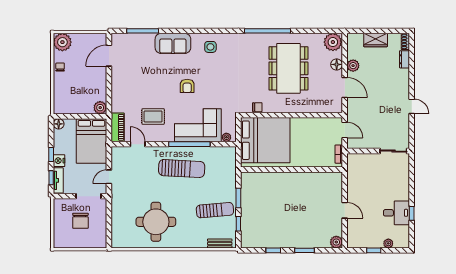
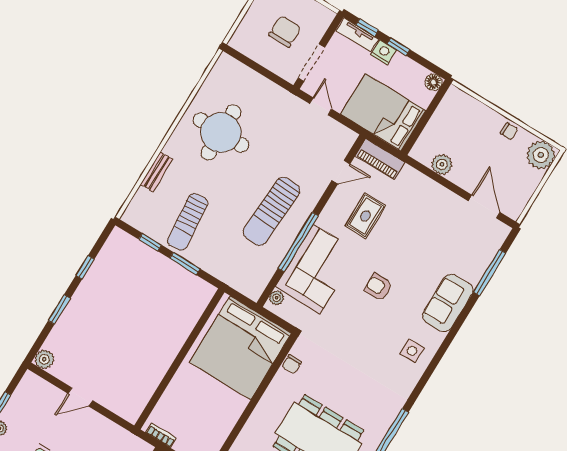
plant: (100, 108) -> (442, 164), moved
chair: (80, 221) -> (285, 31), turned 90
bench: (220, 243) -> (156, 172), moved

